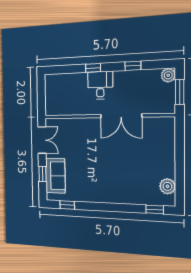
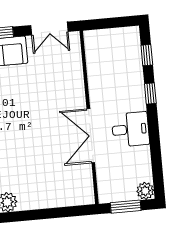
window: (133, 66) -> (147, 55), moved
desk: (100, 85) -> (130, 129), moved

